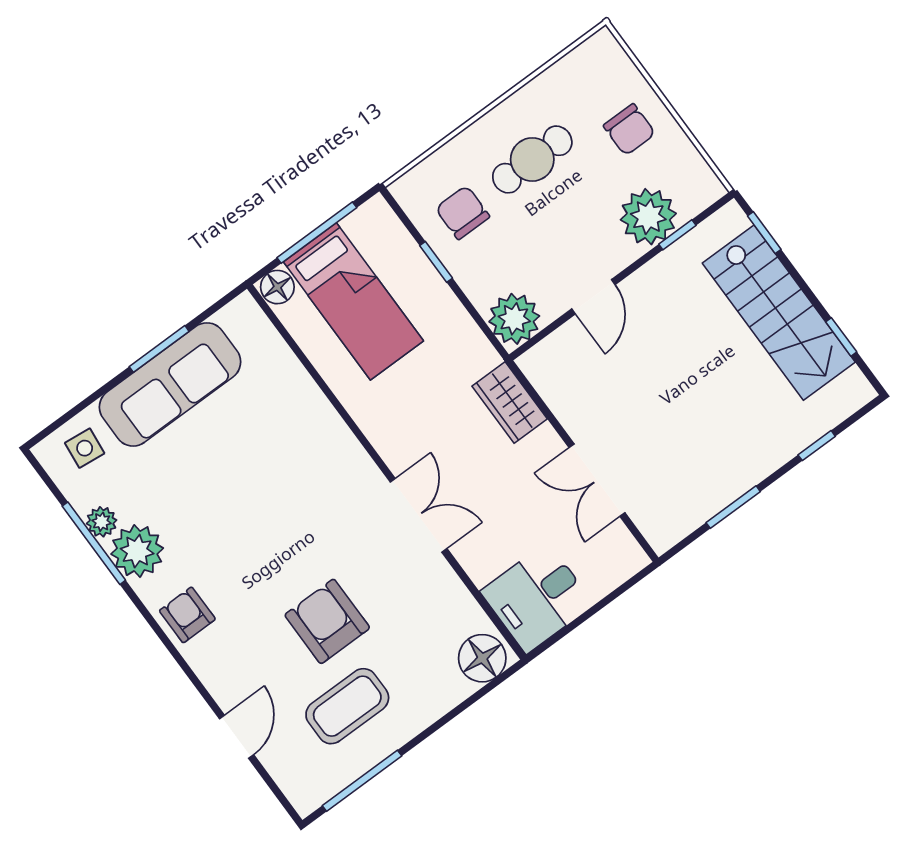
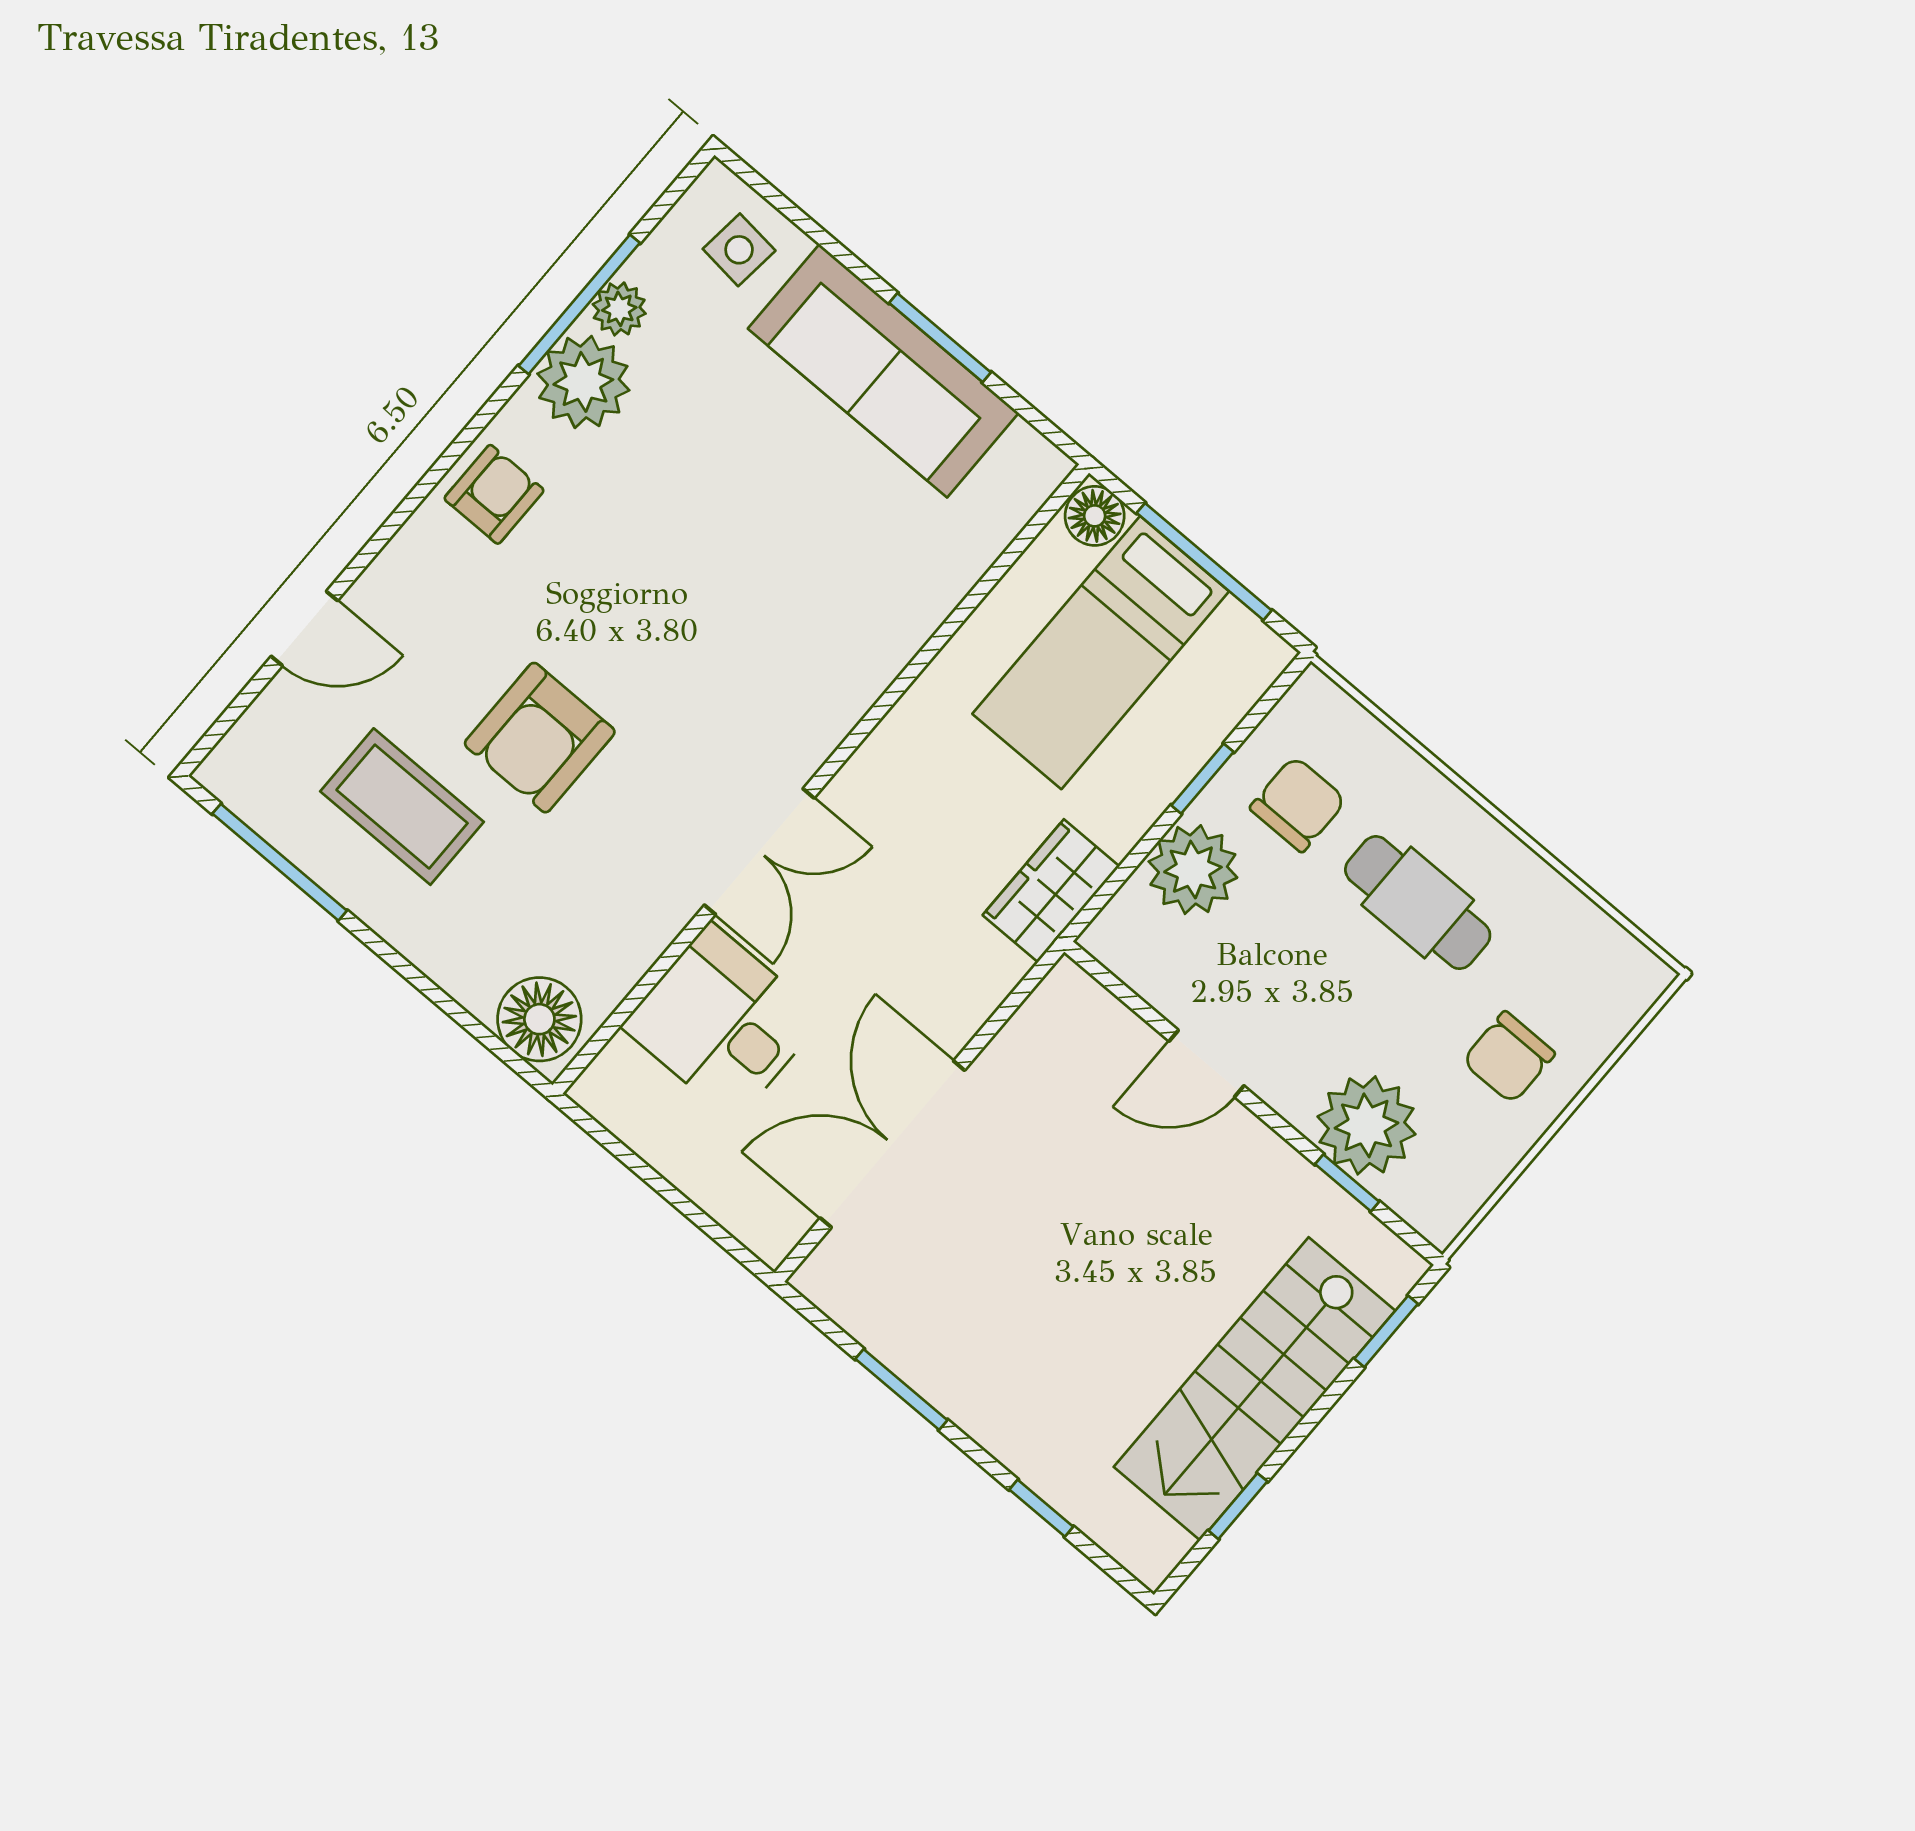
plant: (514, 319) -> (1193, 870), moved
wardrobe: (510, 403) -> (1051, 891), moved
double door: (597, 480) -> (892, 1144), width x1.37
desk: (537, 598) -> (722, 1022), moved
armchair: (327, 621) -> (540, 738), turned 180

